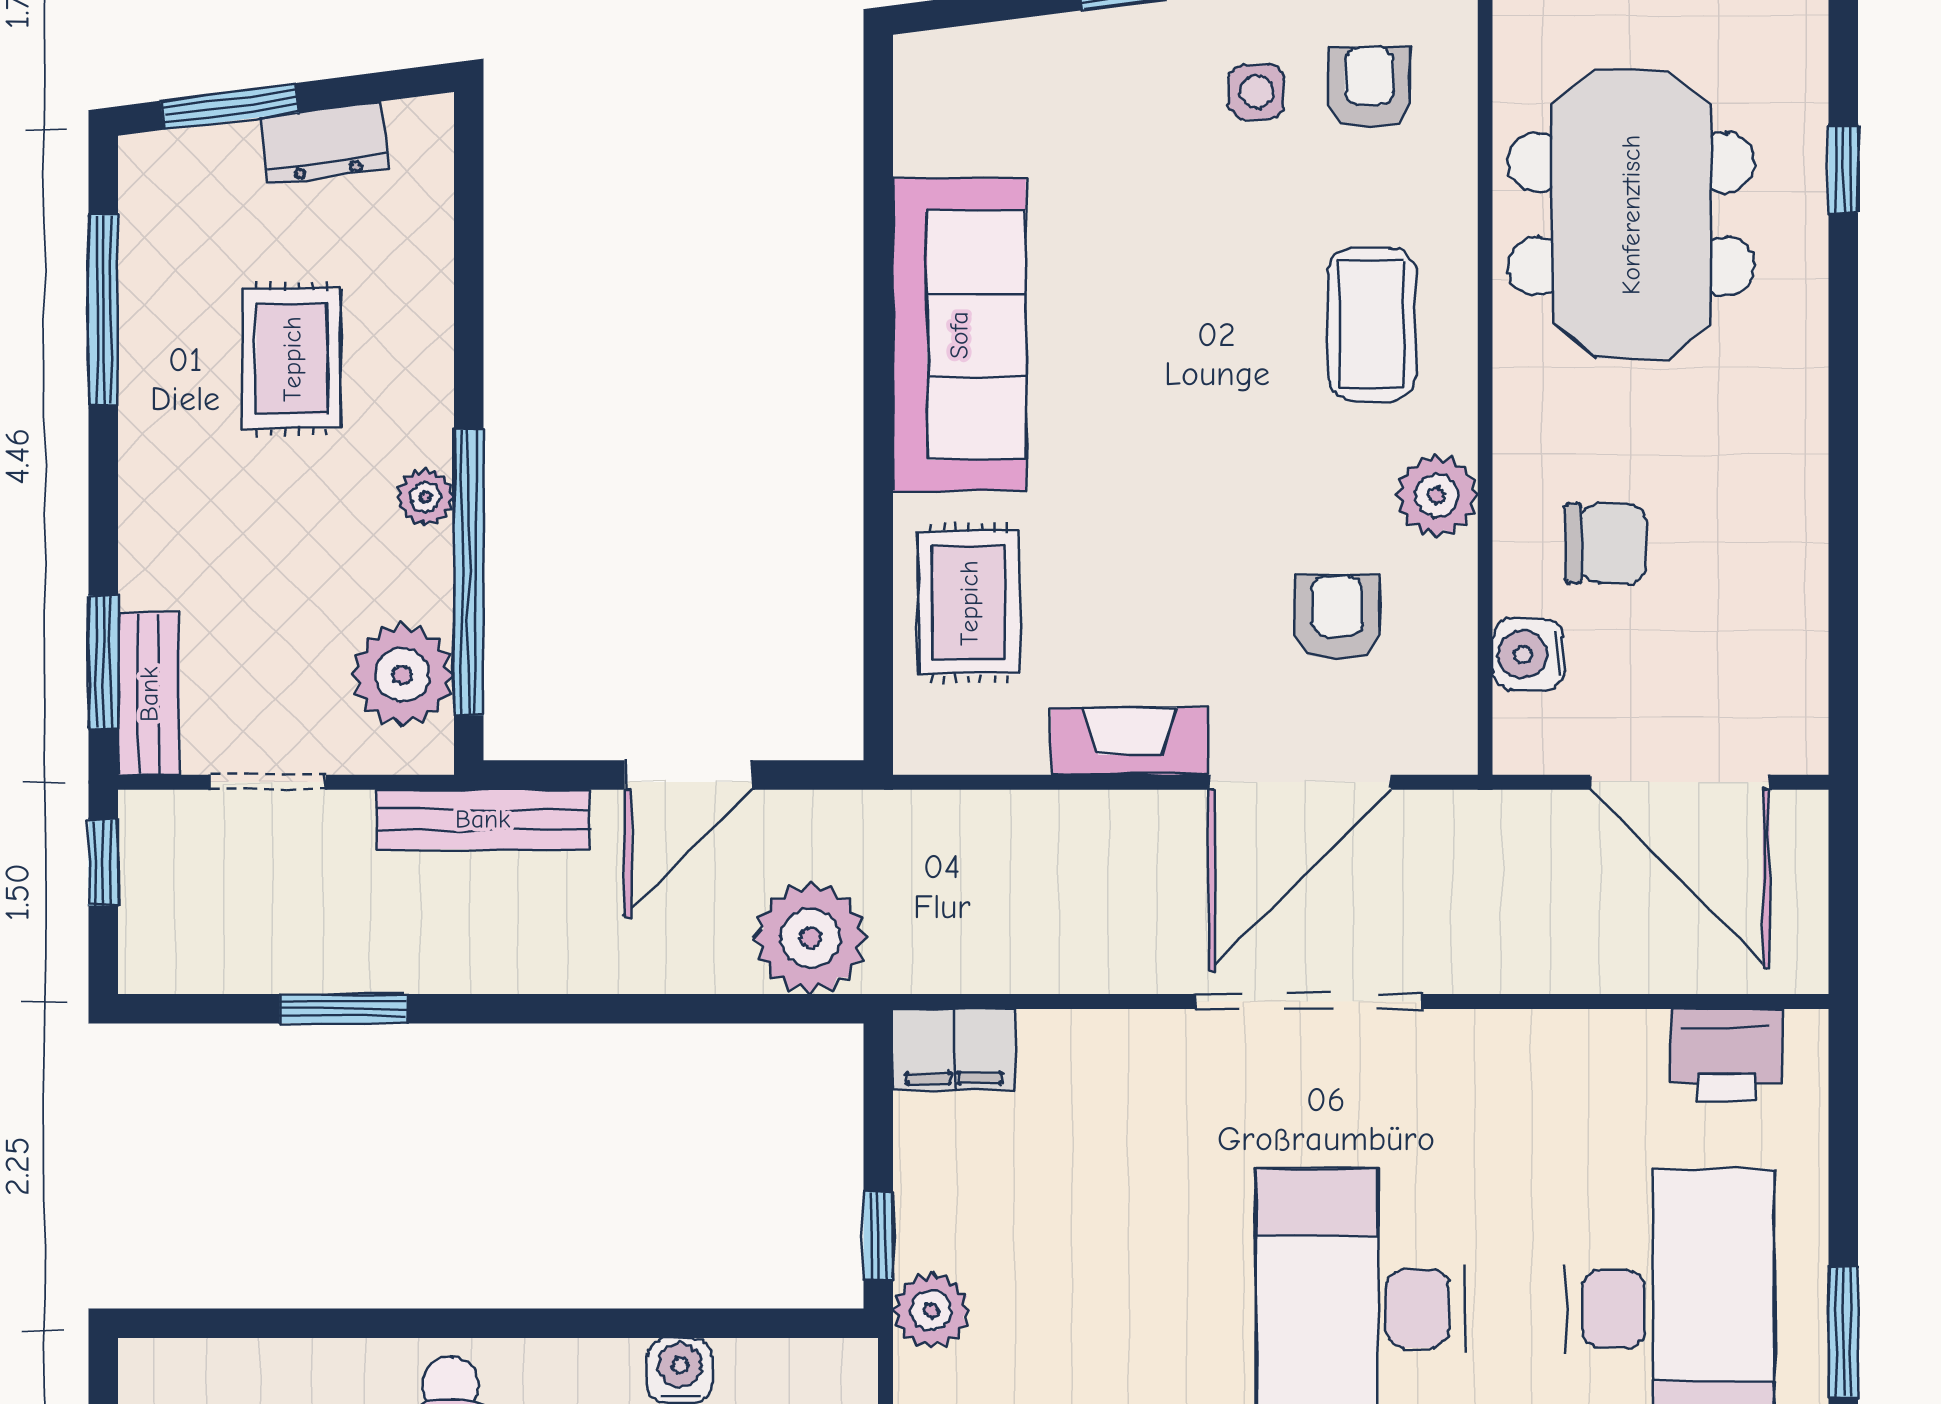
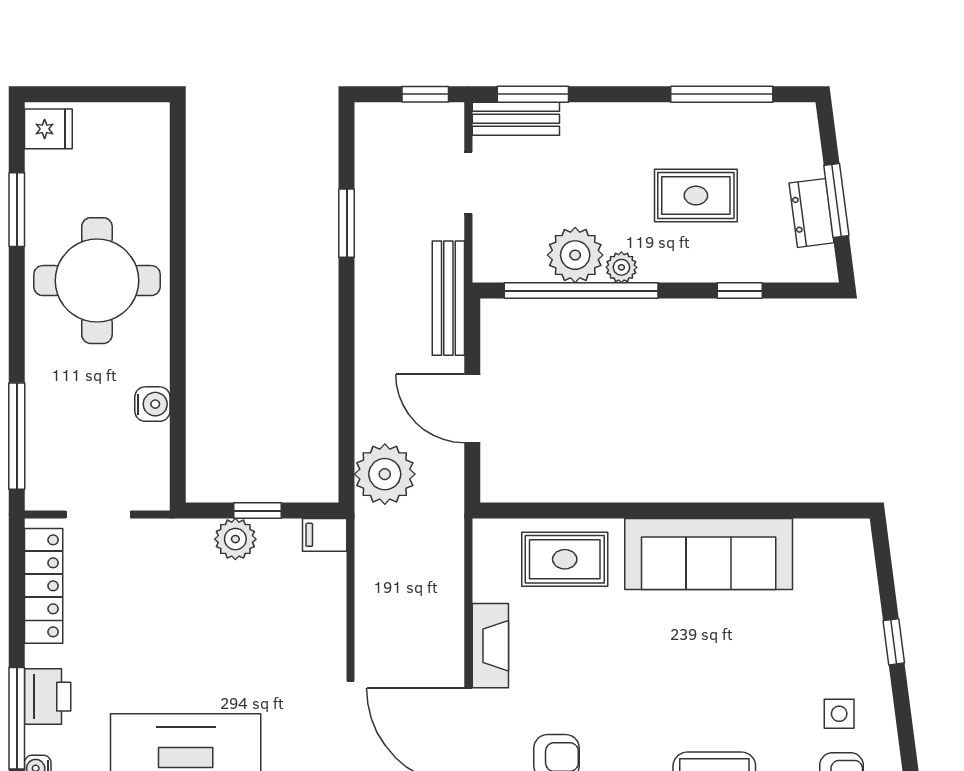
window: (230, 106) -> (836, 200), moved
window: (469, 277) -> (740, 291), added
plant: (403, 675) -> (575, 255), moved
filing cabinet: (954, 1050) -> (325, 535), width x0.50
window: (878, 1236) -> (257, 511), moved
plant: (931, 1311) -> (235, 539), moved

